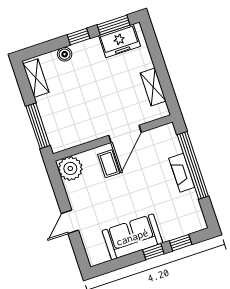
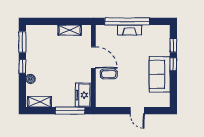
freezer: (120, 41) -> (83, 95), moved, turned 180
plant: (70, 168) -> (104, 99), removed

